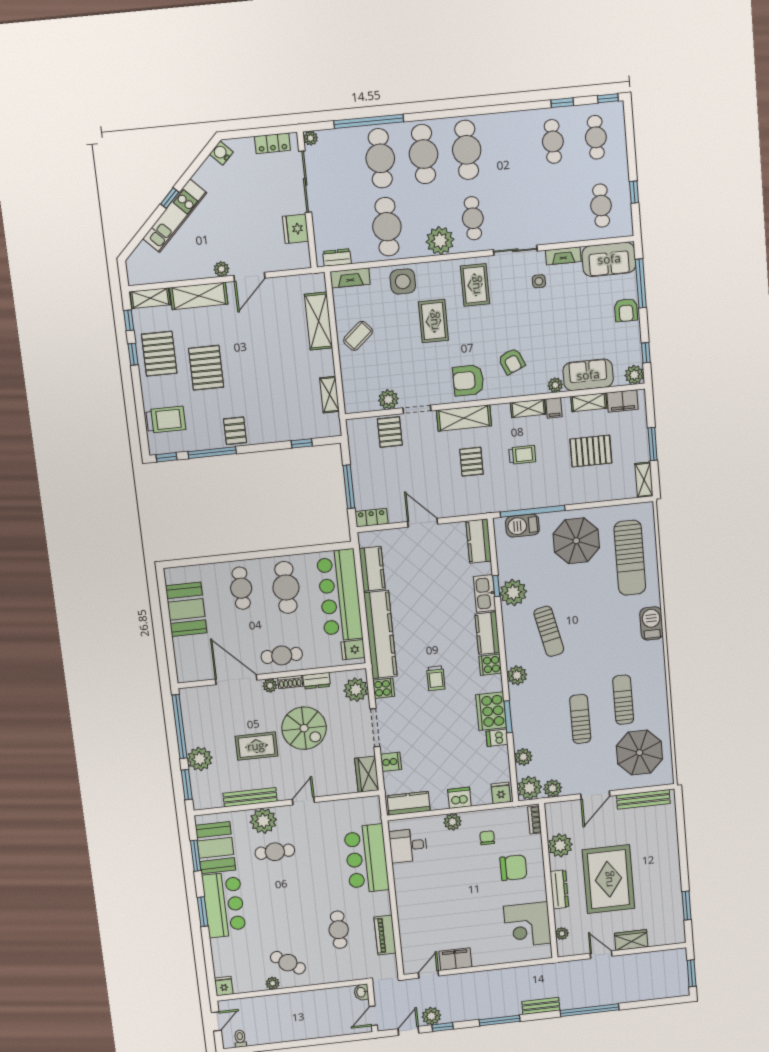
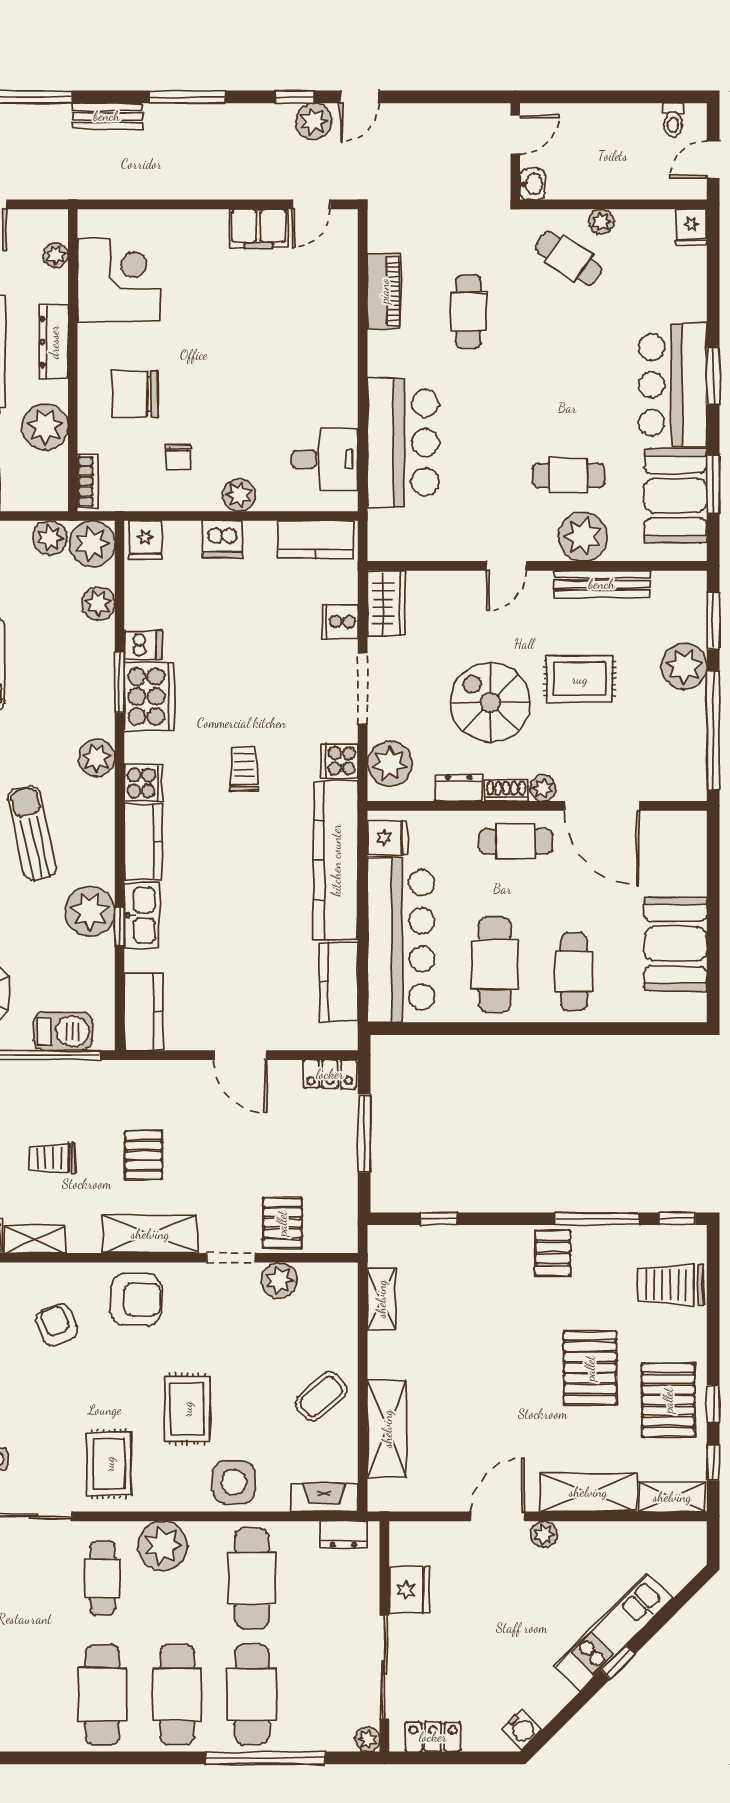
washbasin: (361, 992) -> (532, 184), moved
wall: (372, 1008) -> (515, 151), moved
door: (373, 1016) -> (515, 135), moved

